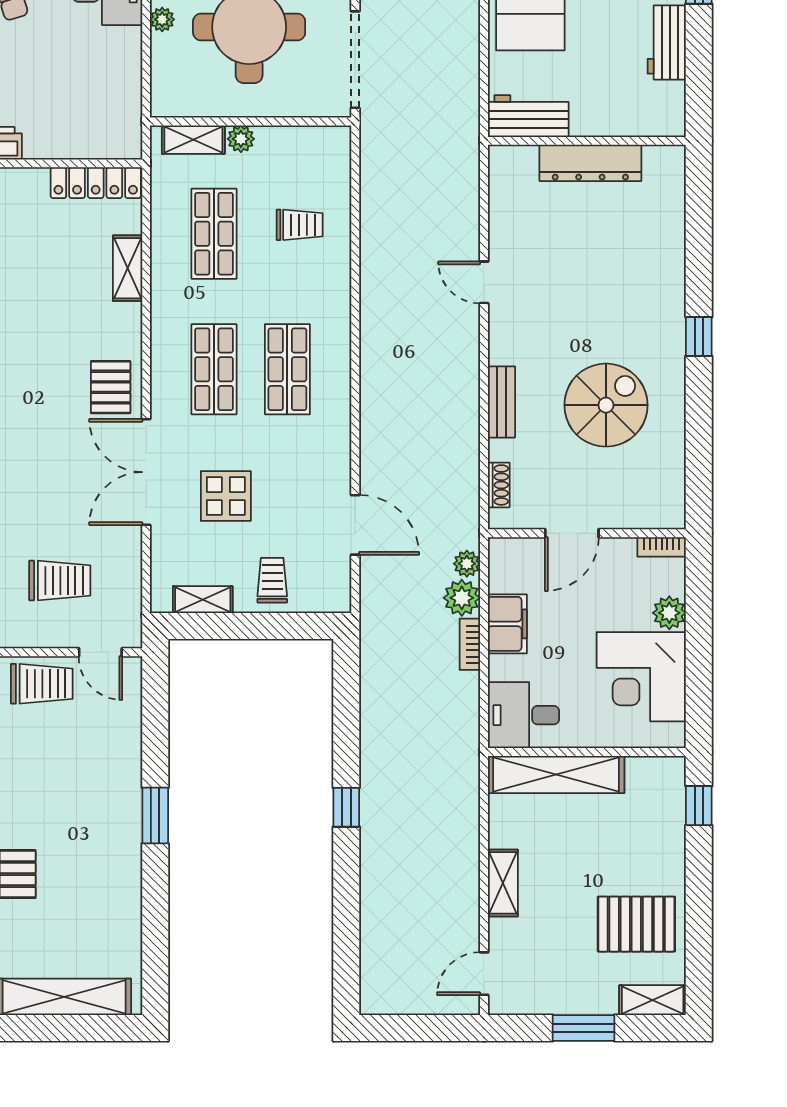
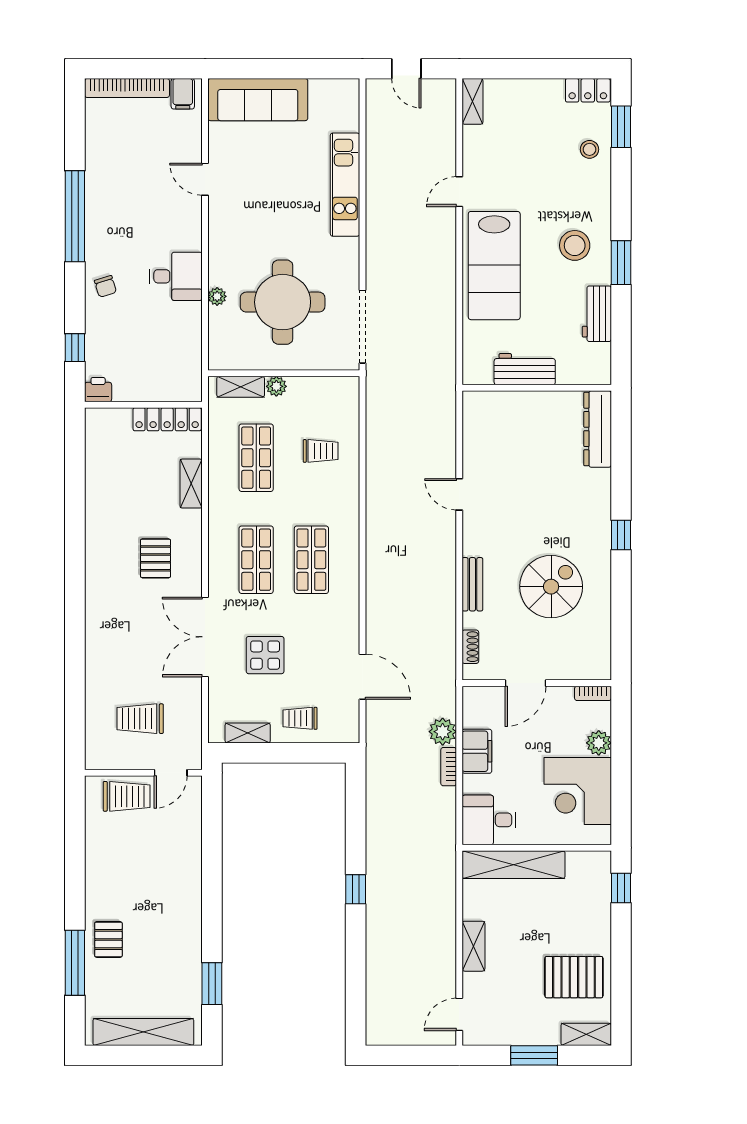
workbench: (528, 116) -> (525, 369), moved
dresser: (590, 163) -> (598, 429), moved, turned 90
pallet: (111, 387) -> (156, 558), moved
plant: (467, 564) -> (446, 706), removed
trolley: (272, 580) -> (300, 718), turned -90
trolley: (60, 581) -> (140, 719), turned 180
door: (100, 652) -> (171, 773), hinge flipped
window: (155, 815) -> (212, 984), moved

